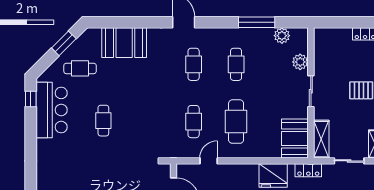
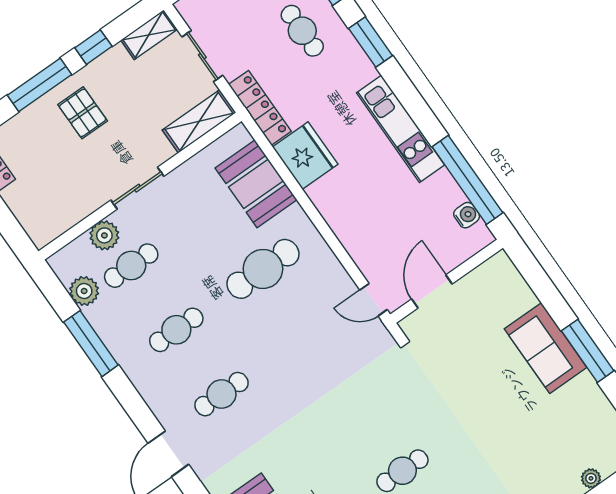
cafe table: (194, 122) -> (131, 266), moved
booth: (295, 138) -> (256, 184), moved, turned 90
door: (209, 161) -> (374, 300), moved
locker: (308, 170) -> (260, 108), width x1.53

